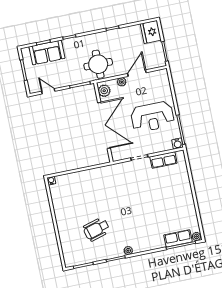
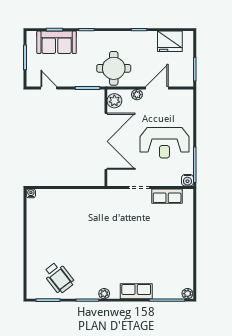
fridge: (151, 32) -> (170, 41), moved, turned -90
wheelchair: (96, 229) -> (59, 278), moved, turned -112
row of seats: (178, 238) -> (136, 291), moved

